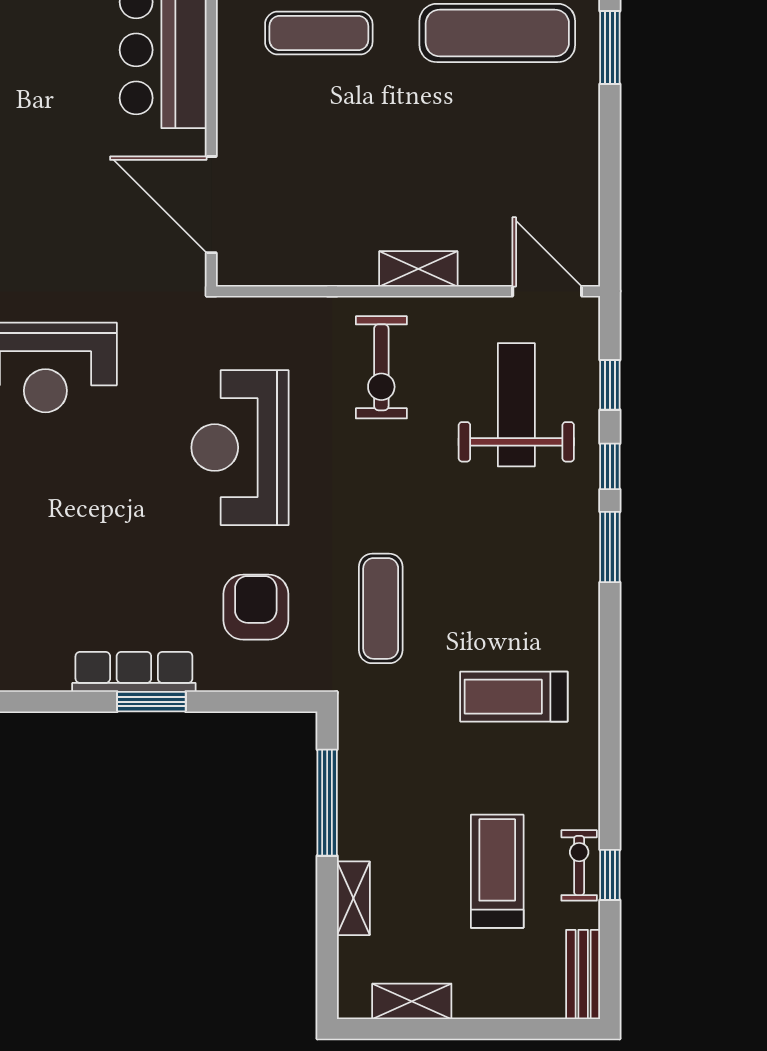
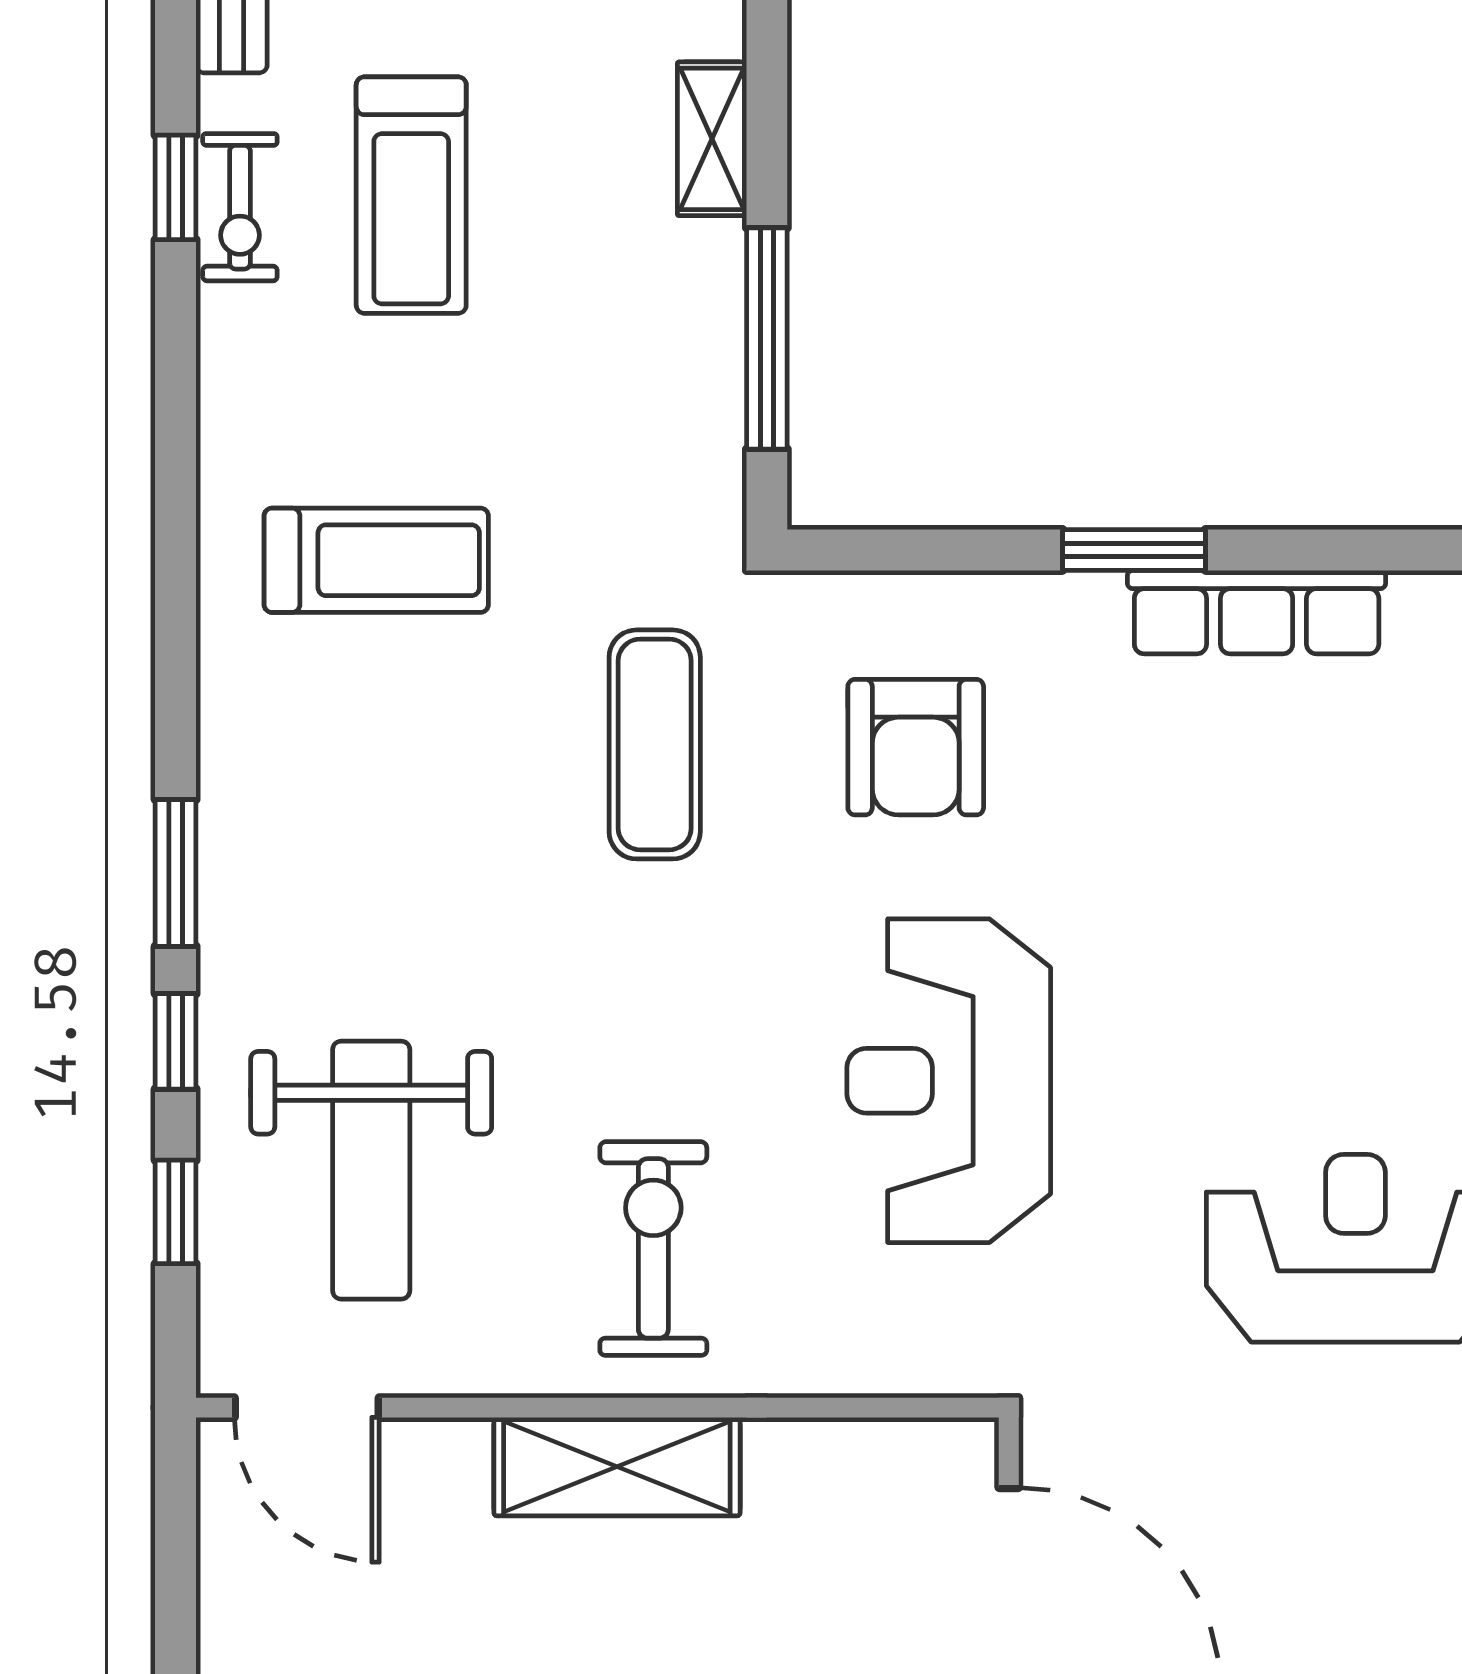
shelving: (418, 269) -> (617, 1467), width x1.50, depth x1.33
reception desk: (240, 448) -> (949, 1081), turned 180
row of seats: (134, 672) -> (1257, 612), moved

